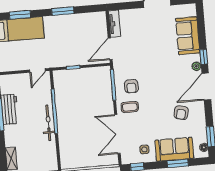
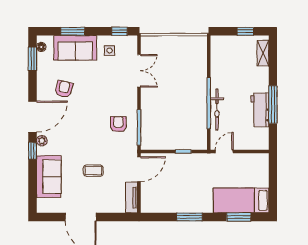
coffee table: (130, 107) -> (93, 171), moved
bicycle: (48, 123) -> (217, 110), moved
double door: (117, 134) -> (139, 71), width x0.73

